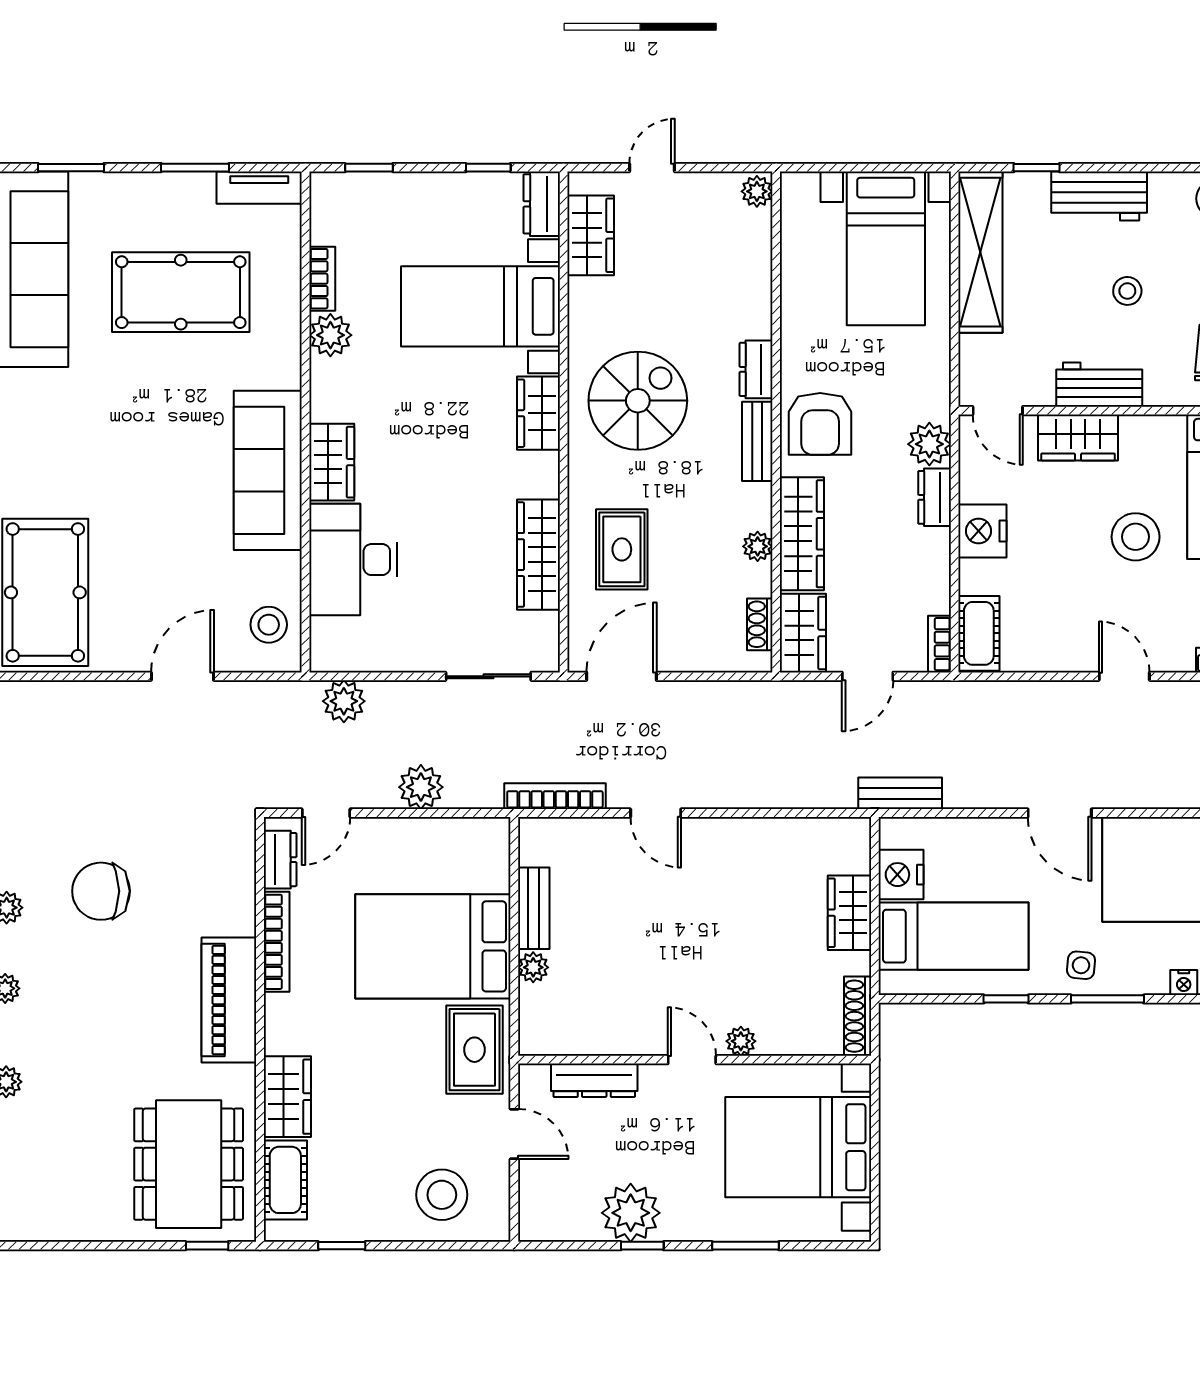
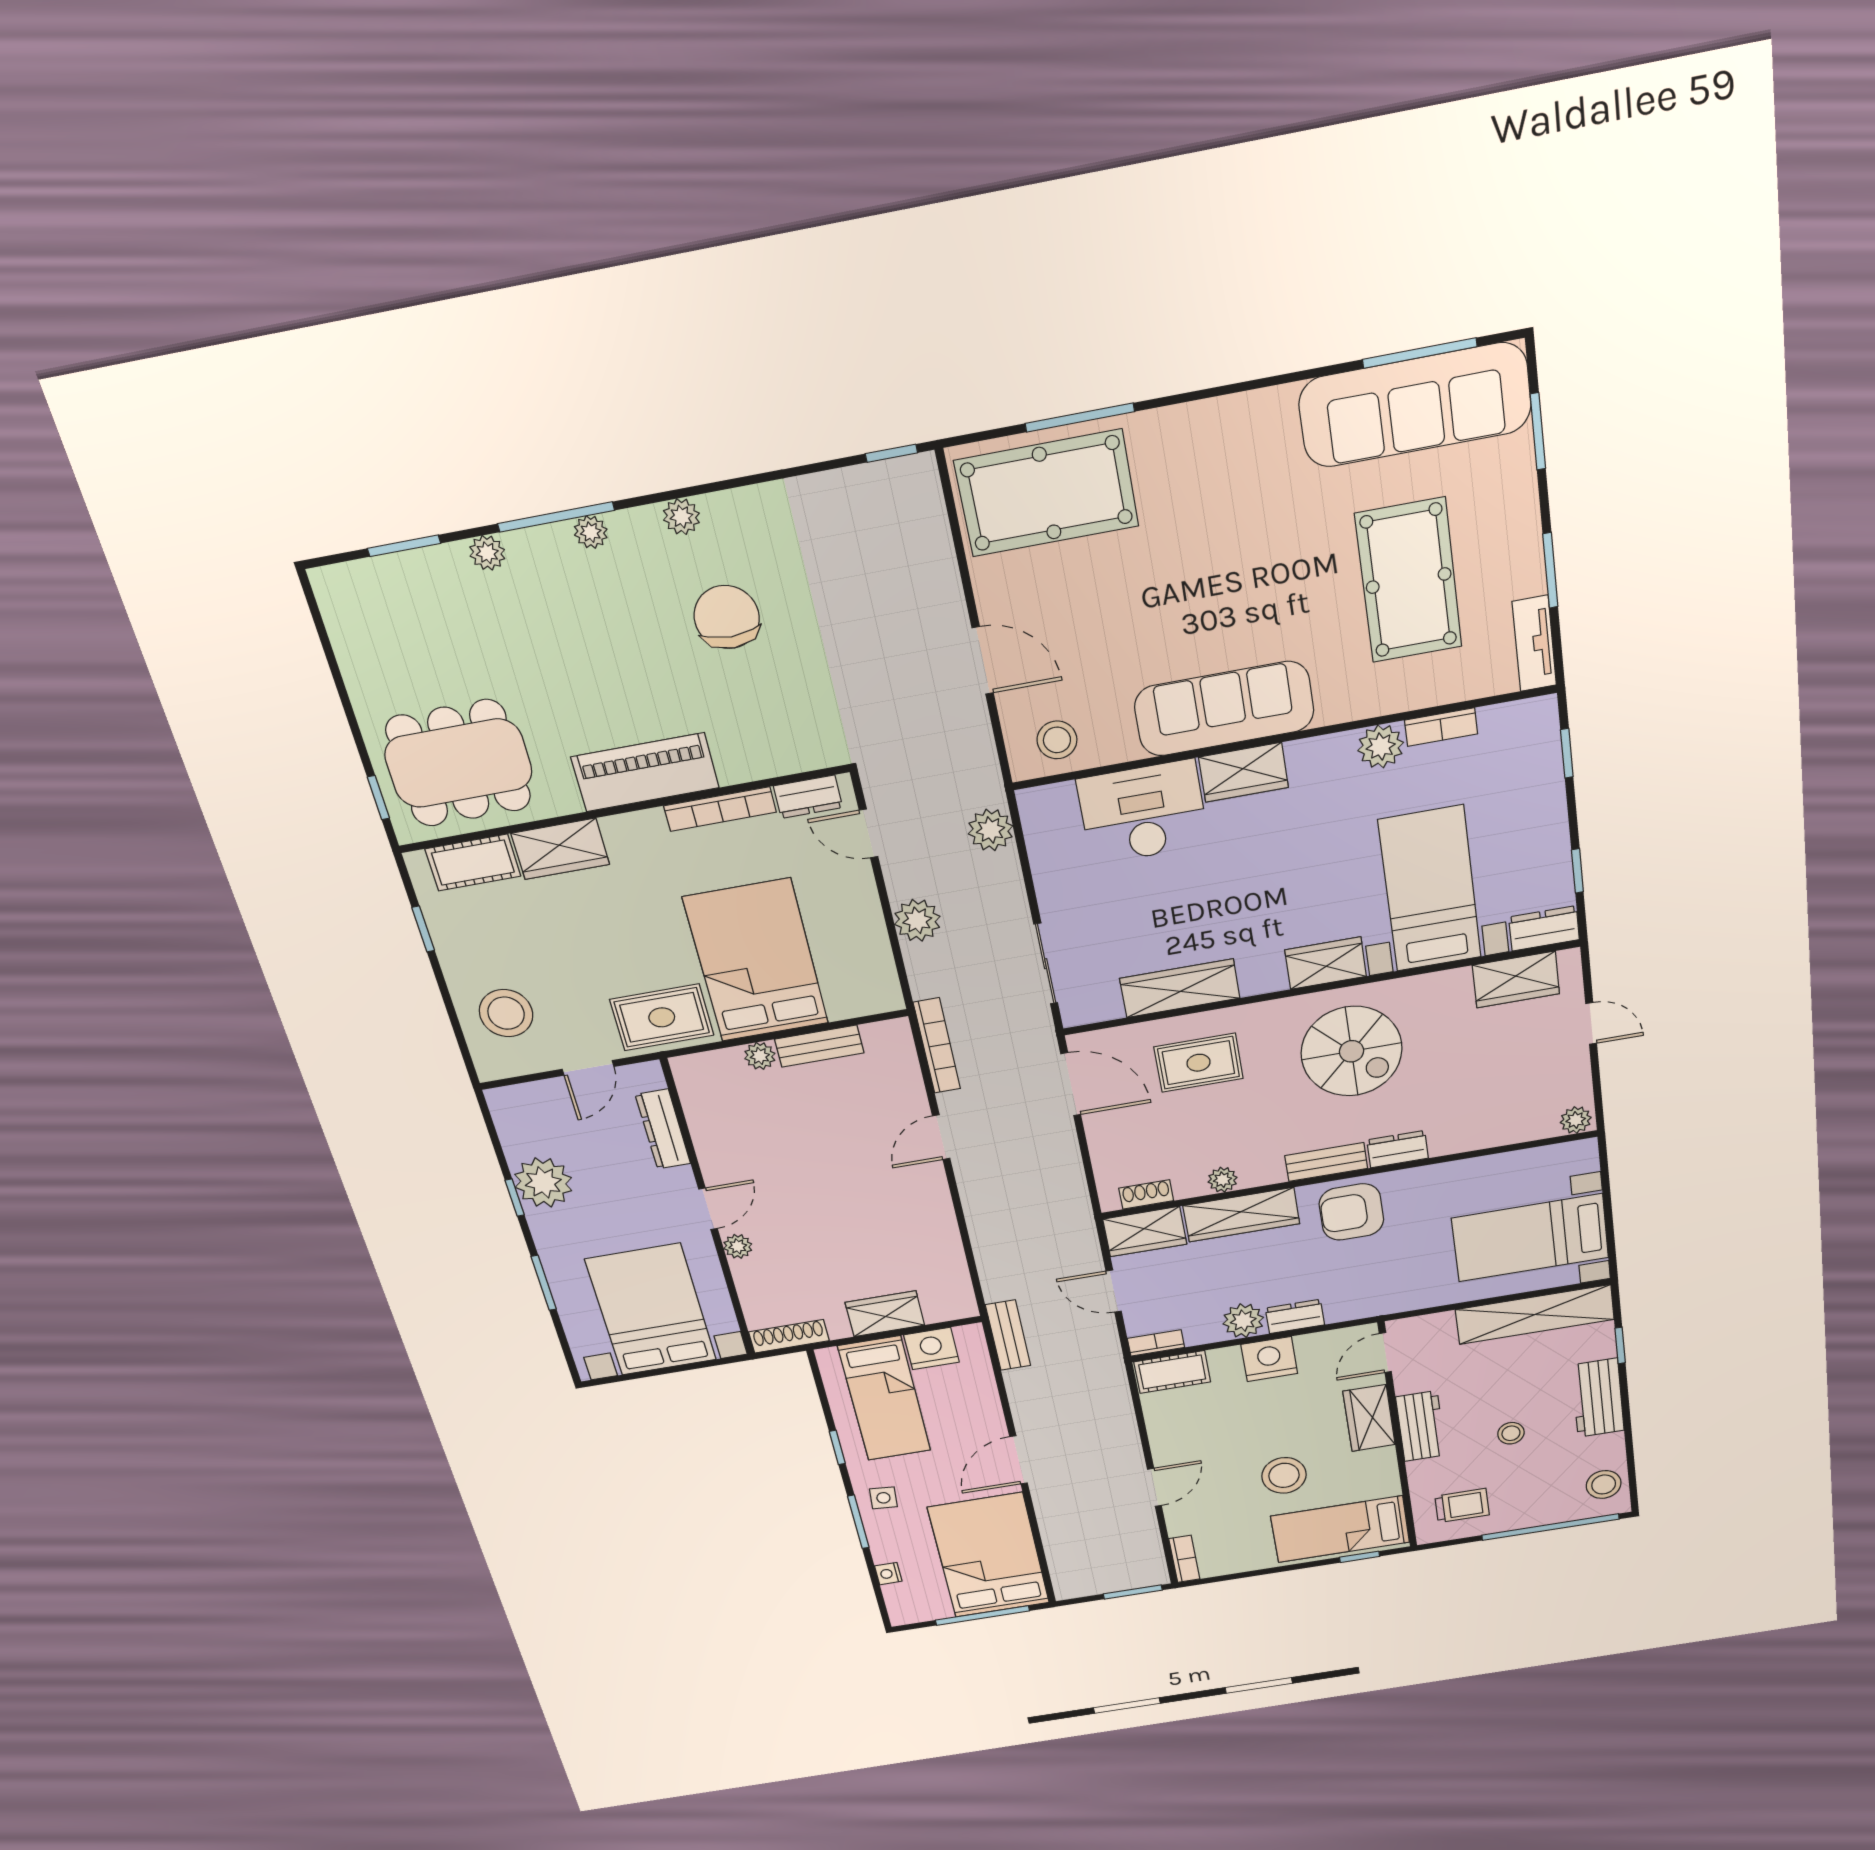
plant: (929, 444) -> (1243, 1321), moved

